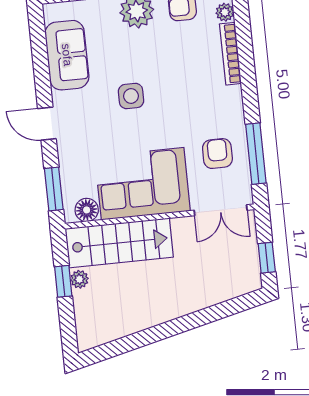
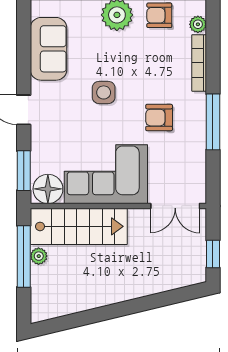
armchair: (217, 154) -> (159, 118), moved, turned -90
window: (256, 154) -> (213, 122), moved
floor lamp: (87, 210) -> (48, 189), width x1.38, depth x1.38
window: (63, 281) -> (24, 256), width x2.17

